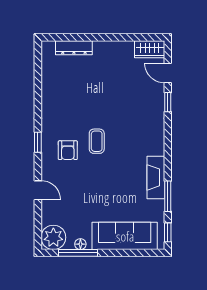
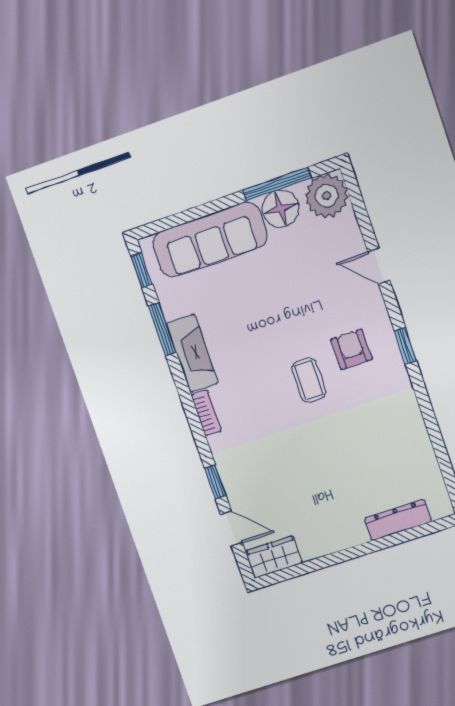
bookcase: (160, 142) -> (206, 413), added
floor lamp: (80, 244) -> (281, 209), width x1.89, depth x1.89

